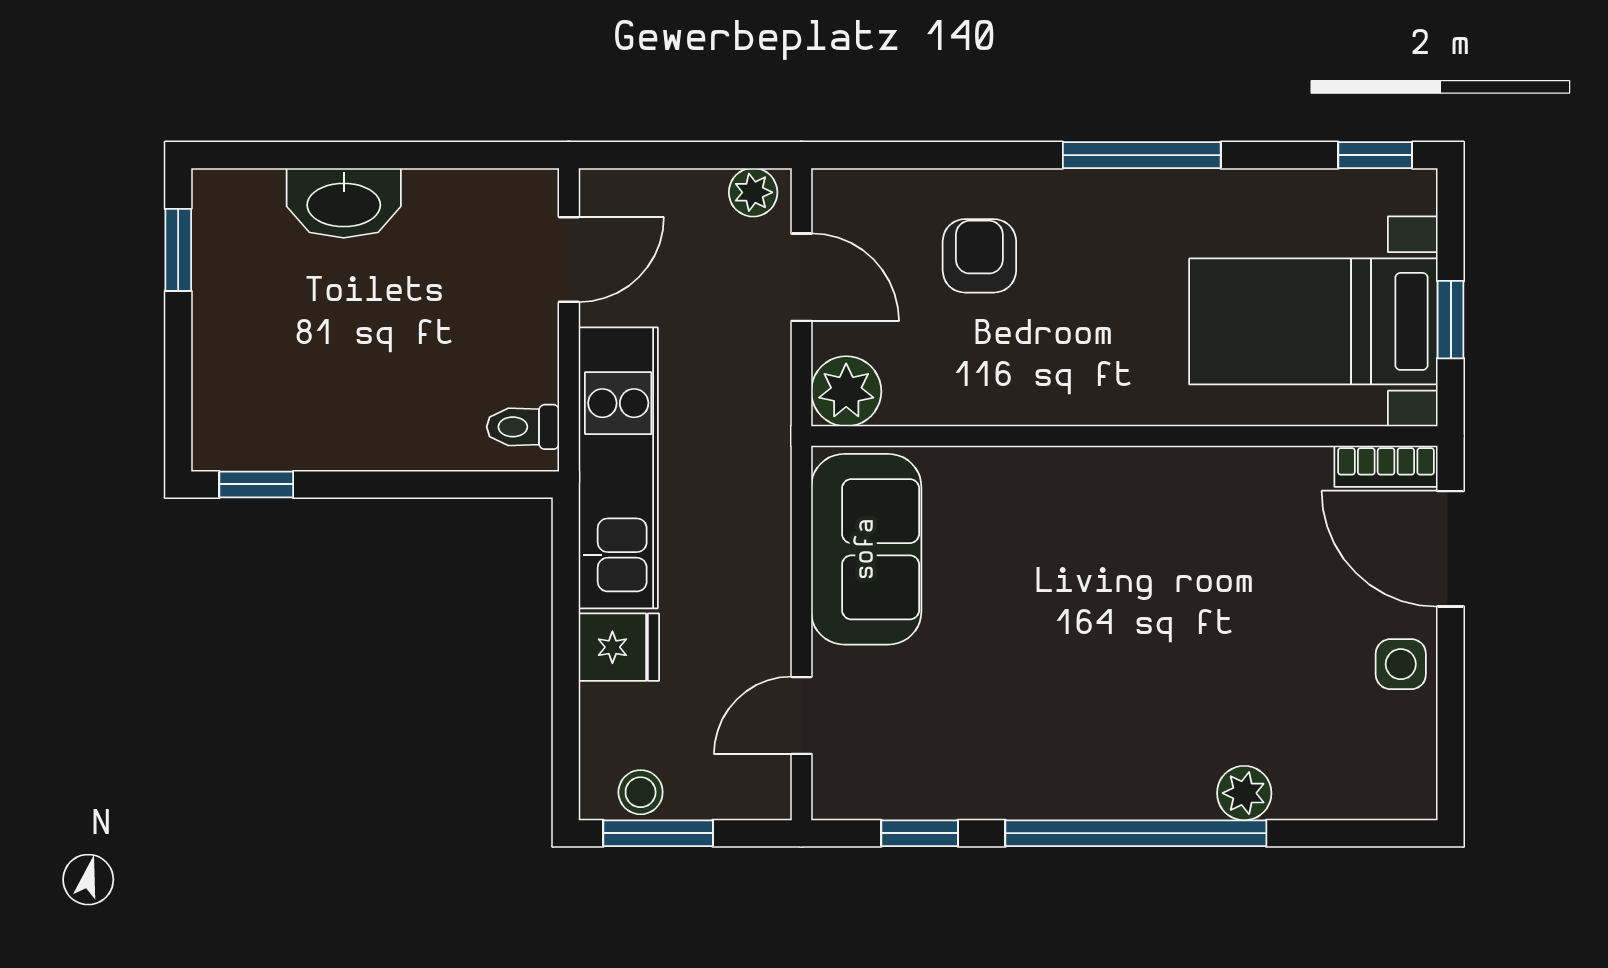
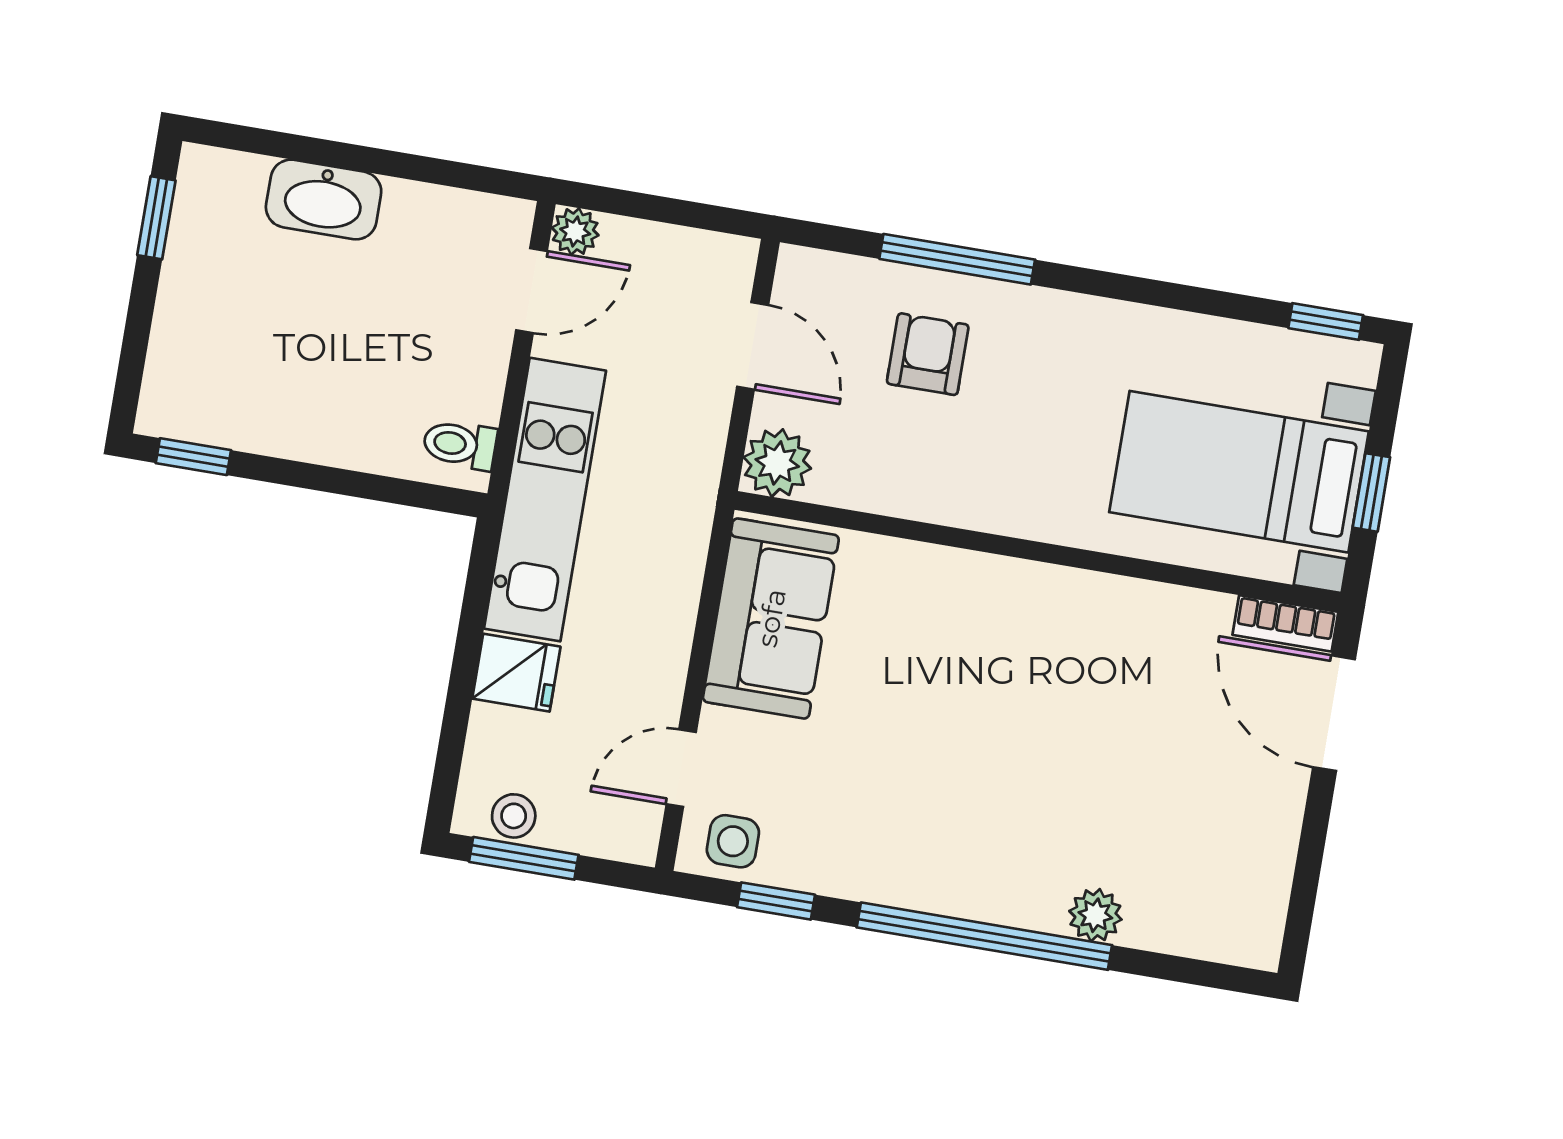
window: (1142, 155) -> (957, 259), moved
plant: (753, 192) -> (575, 231), moved
side table: (1401, 664) -> (733, 841), moved

